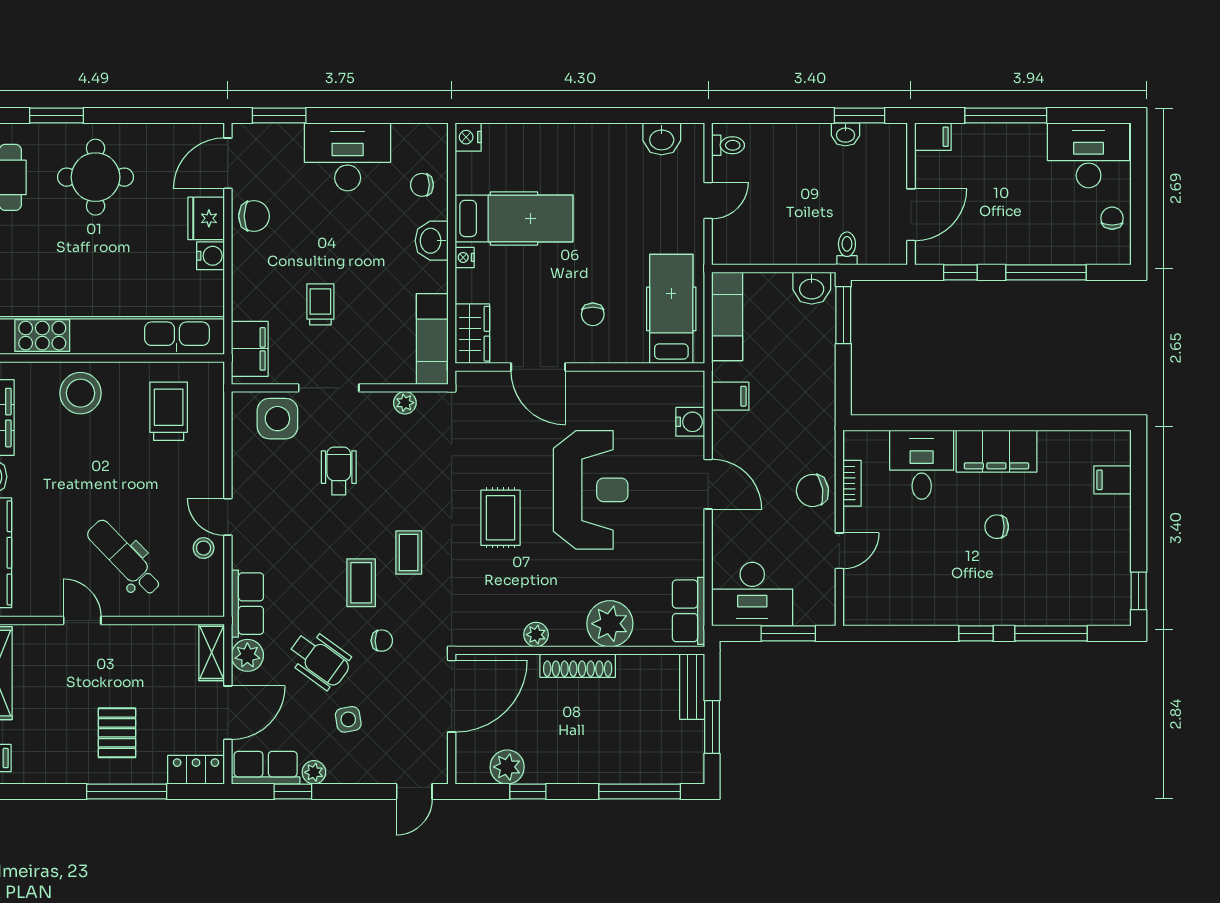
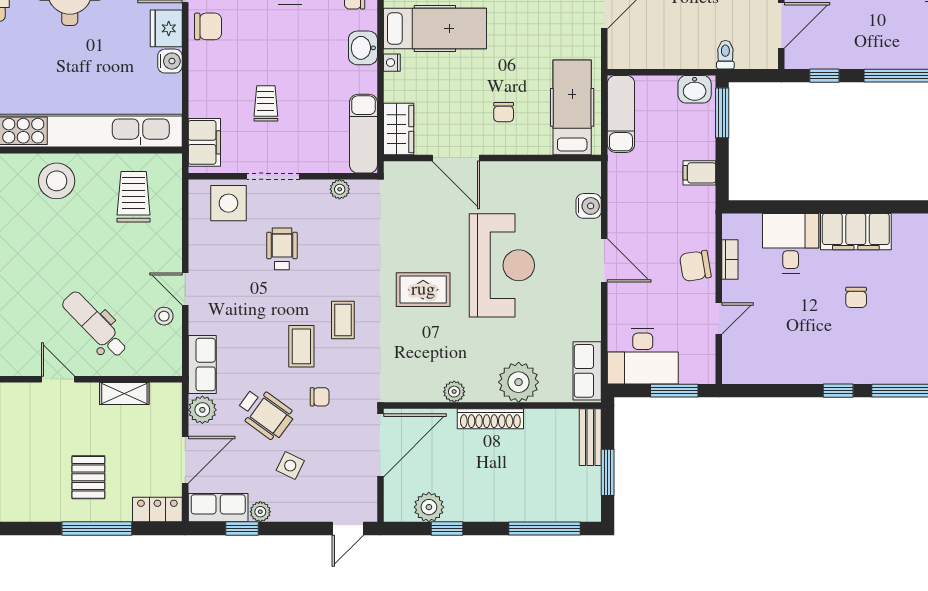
filing cabinet: (730, 396) -> (699, 173), moved, turned 180
rug: (500, 518) -> (423, 290), turned 90
chair: (997, 527) -> (856, 297), turned -90
shelving: (212, 652) -> (124, 394), moved, turned 90
side table: (348, 719) -> (290, 466), turned 36

